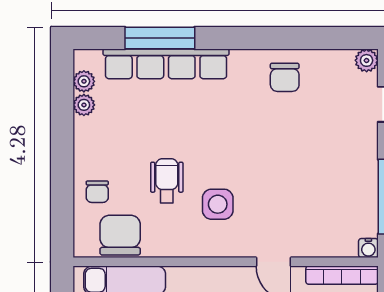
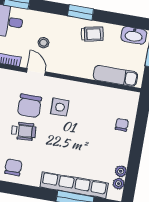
wheelchair: (167, 181) -> (24, 131), moved, turned -94
chair: (120, 235) -> (30, 106), moved

